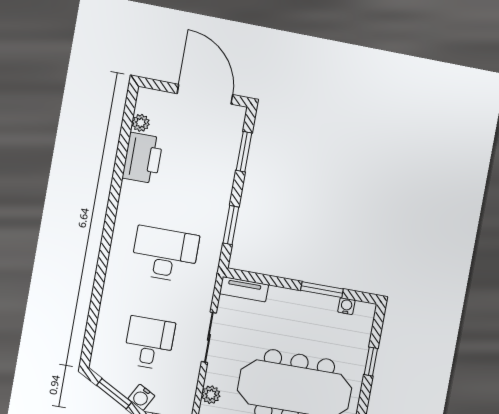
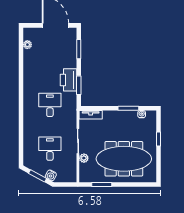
printer: (143, 158) -> (69, 80), moved, turned 180
desk: (165, 254) -> (50, 105), width x0.73
plant: (211, 395) -> (84, 158), moved

